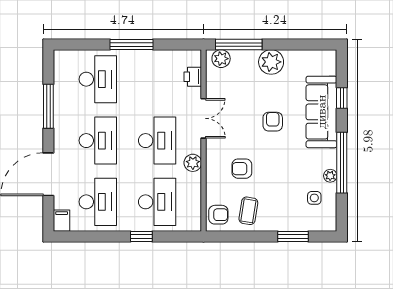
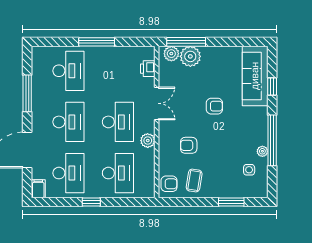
plant: (271, 62) -> (190, 56), moved
sofa: (321, 112) -> (255, 76), moved
armchair: (273, 122) -> (214, 106), turned 90
window: (141, 237) -> (91, 202), moved

